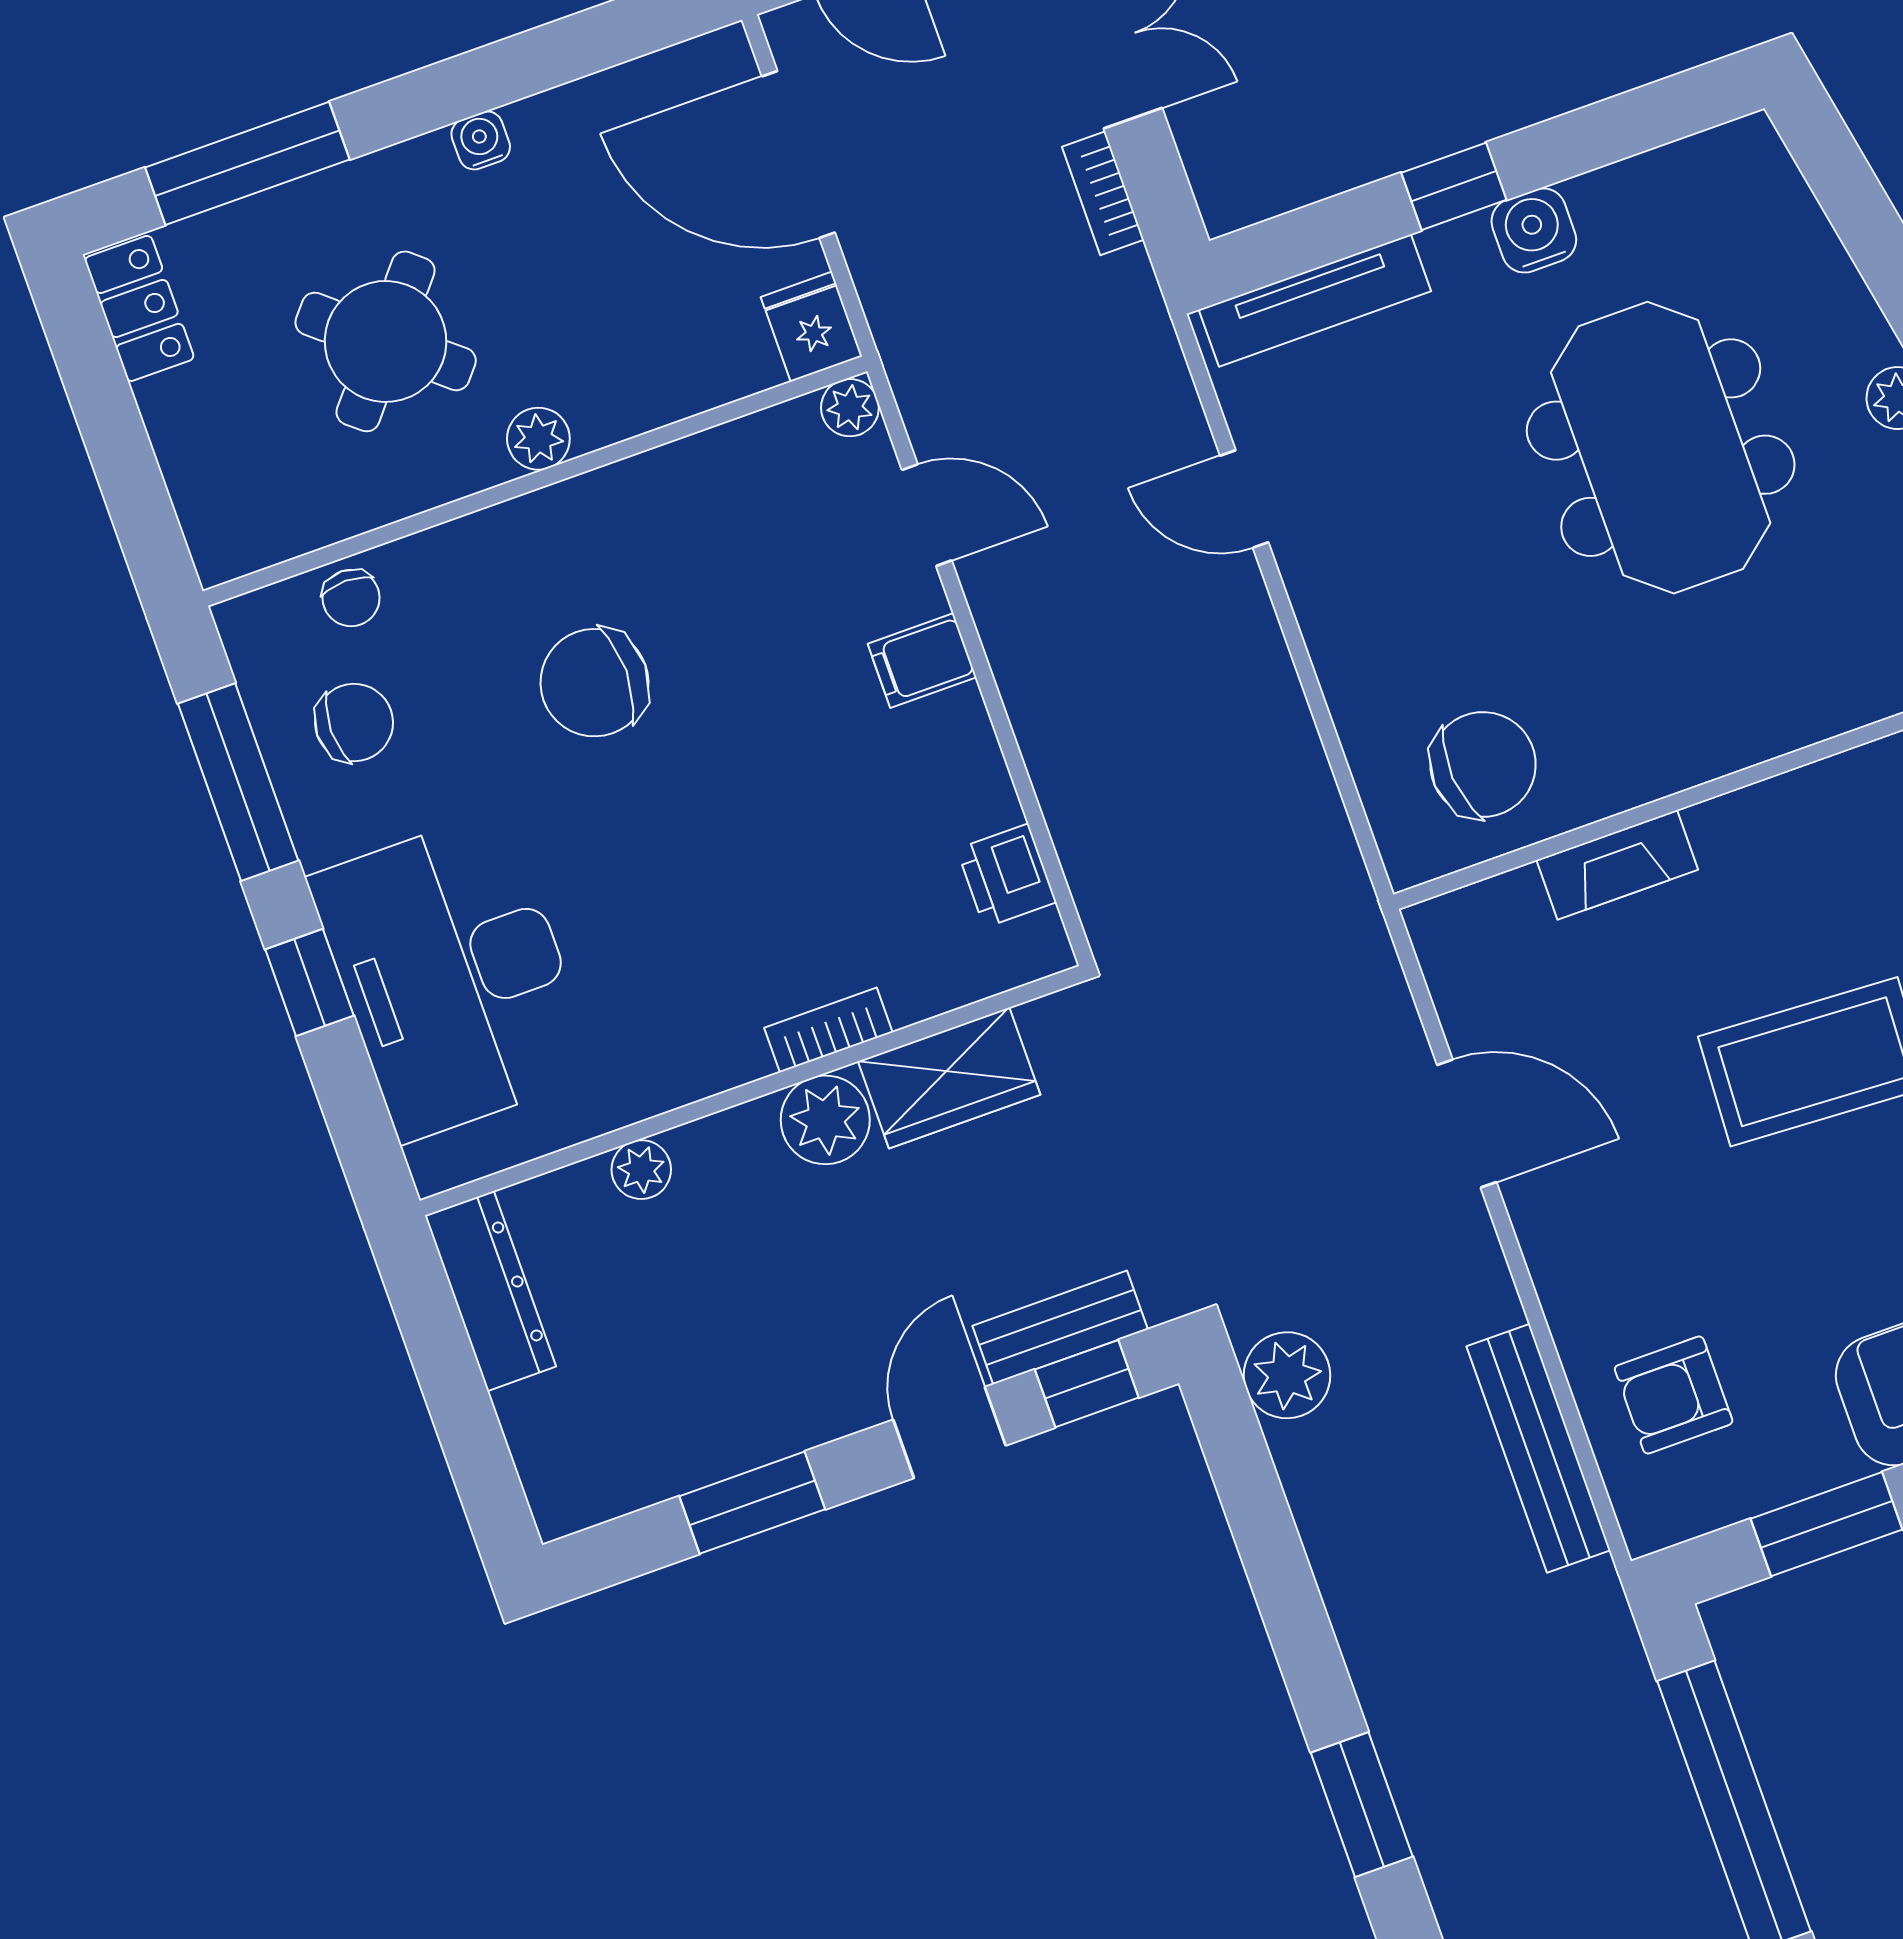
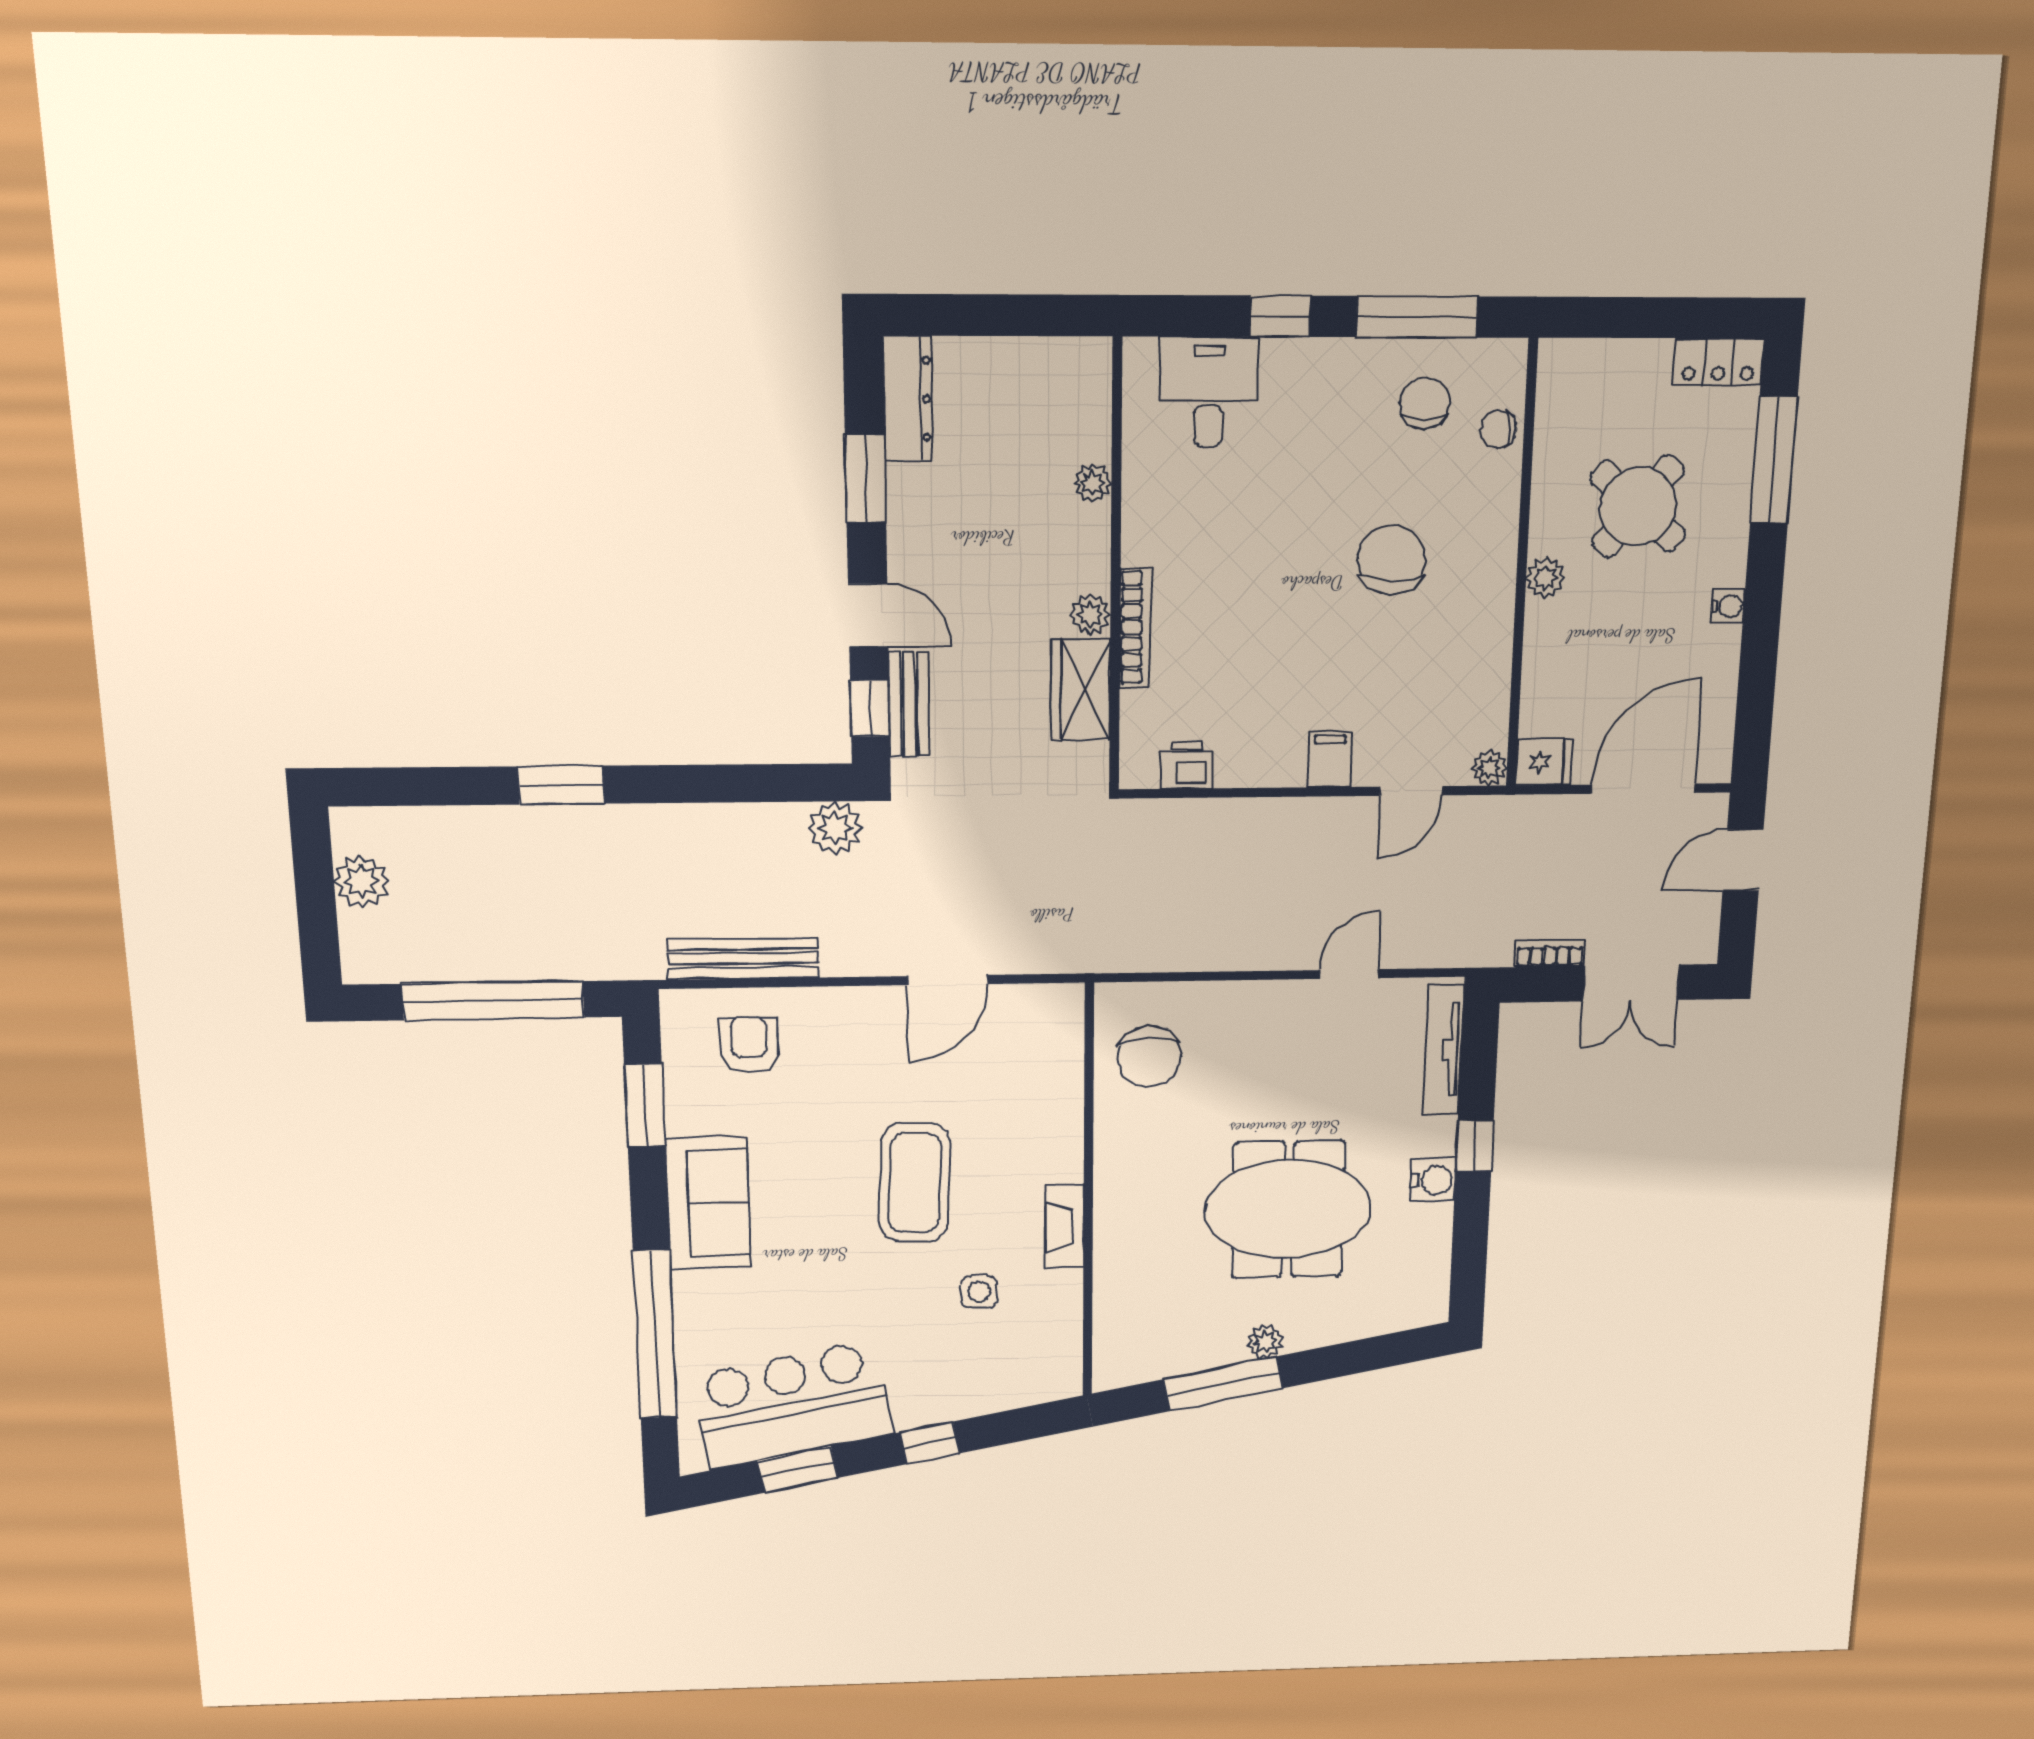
chair: (354, 723) -> (1425, 403), turned 180
fireplace: (1617, 865) -> (1065, 1226), moved
desk: (453, 976) -> (1209, 392), width x0.53, depth x0.77
bookcase: (828, 1030) -> (1135, 627), width x1.56
plant: (825, 1120) -> (1090, 614), width x0.73, depth x0.73
dresser: (490, 1291) -> (908, 399), moved, turned -90

